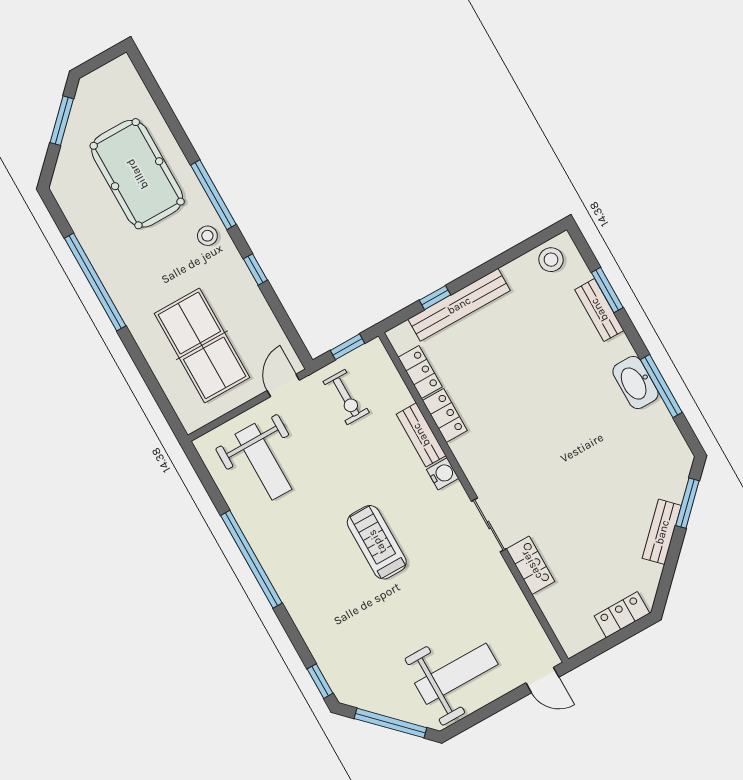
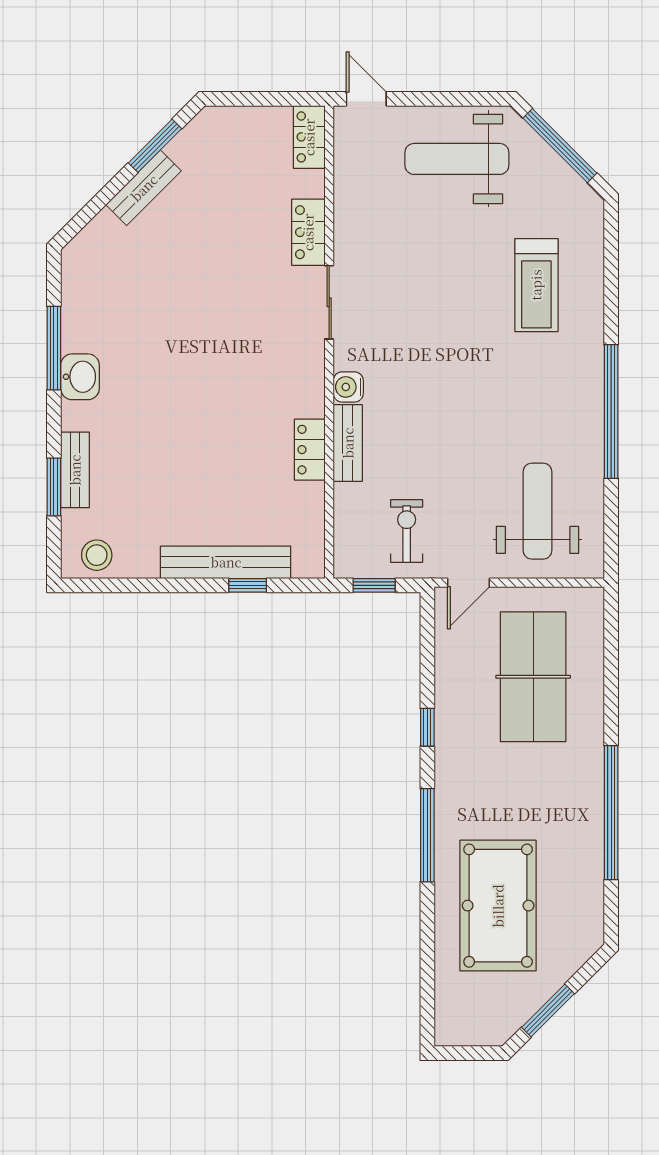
stool: (207, 236) -> (459, 794), removed
locker: (420, 372) -> (310, 513), removed
washbasin: (635, 382) -> (80, 377), width x0.72
window: (687, 503) -> (155, 146), moved
treadmill: (377, 542) -> (536, 285), moved
locker: (622, 615) -> (309, 137), moved, turned 90
window: (320, 681) -> (611, 235), removed

